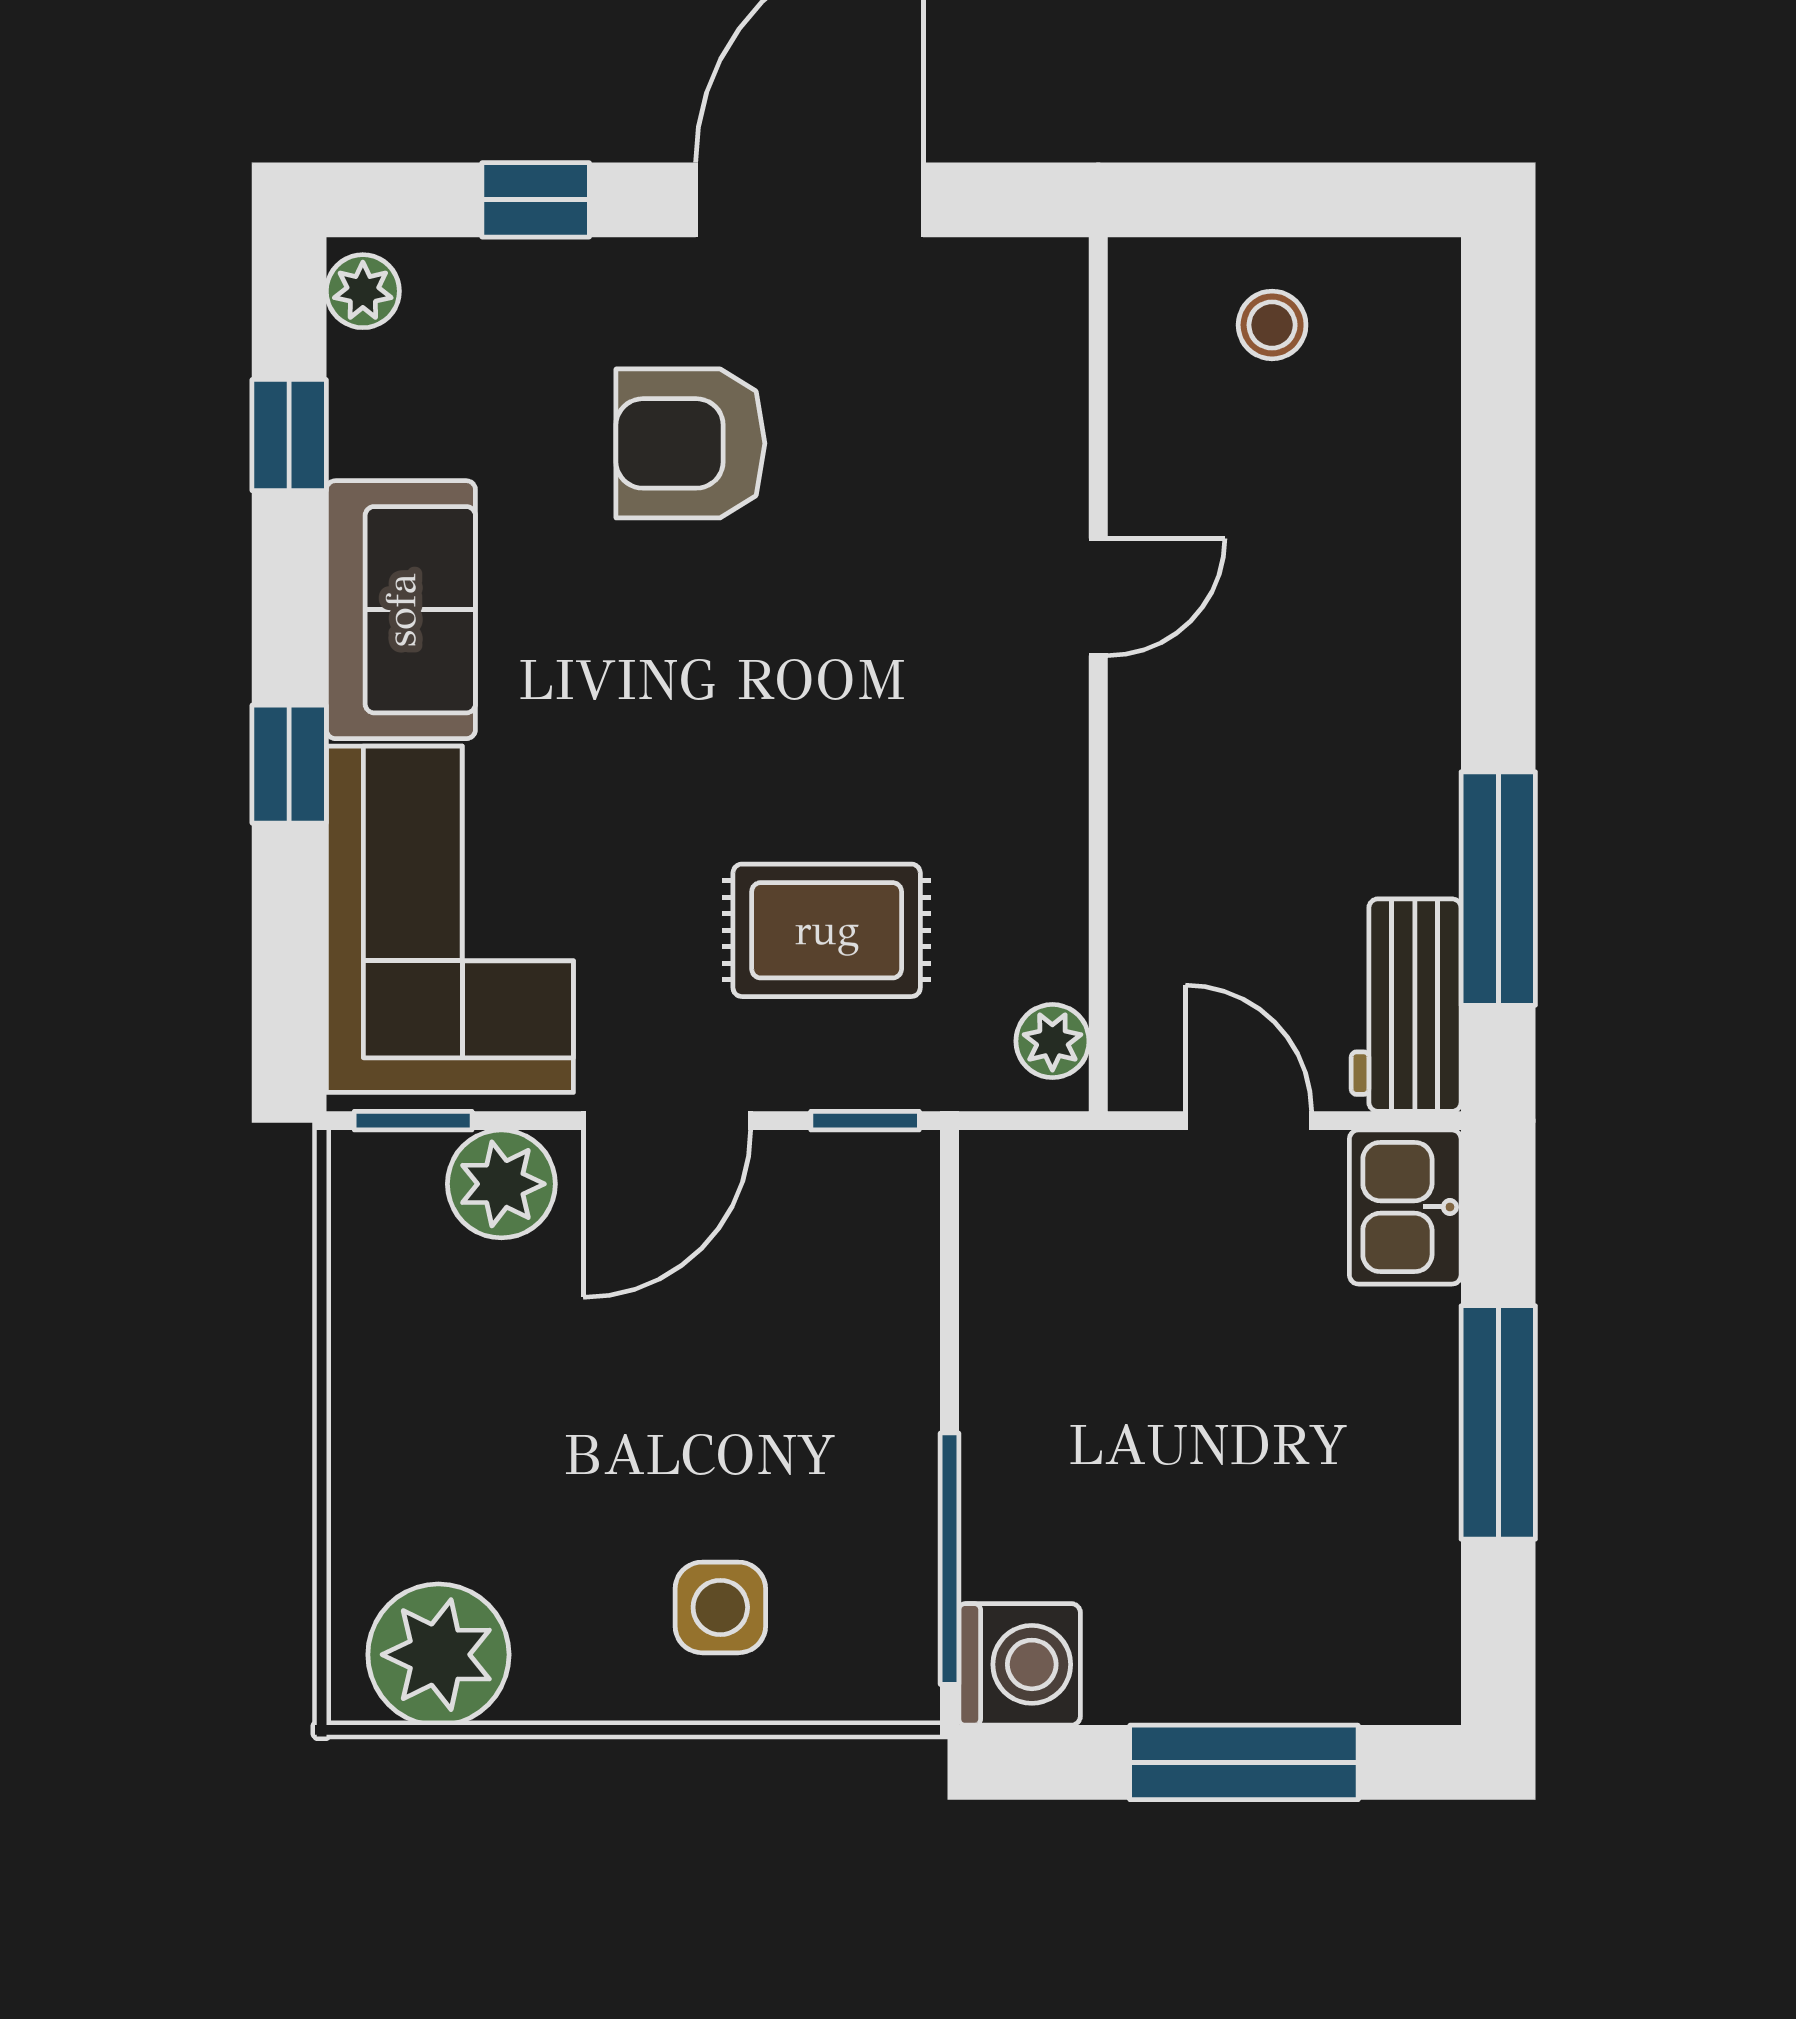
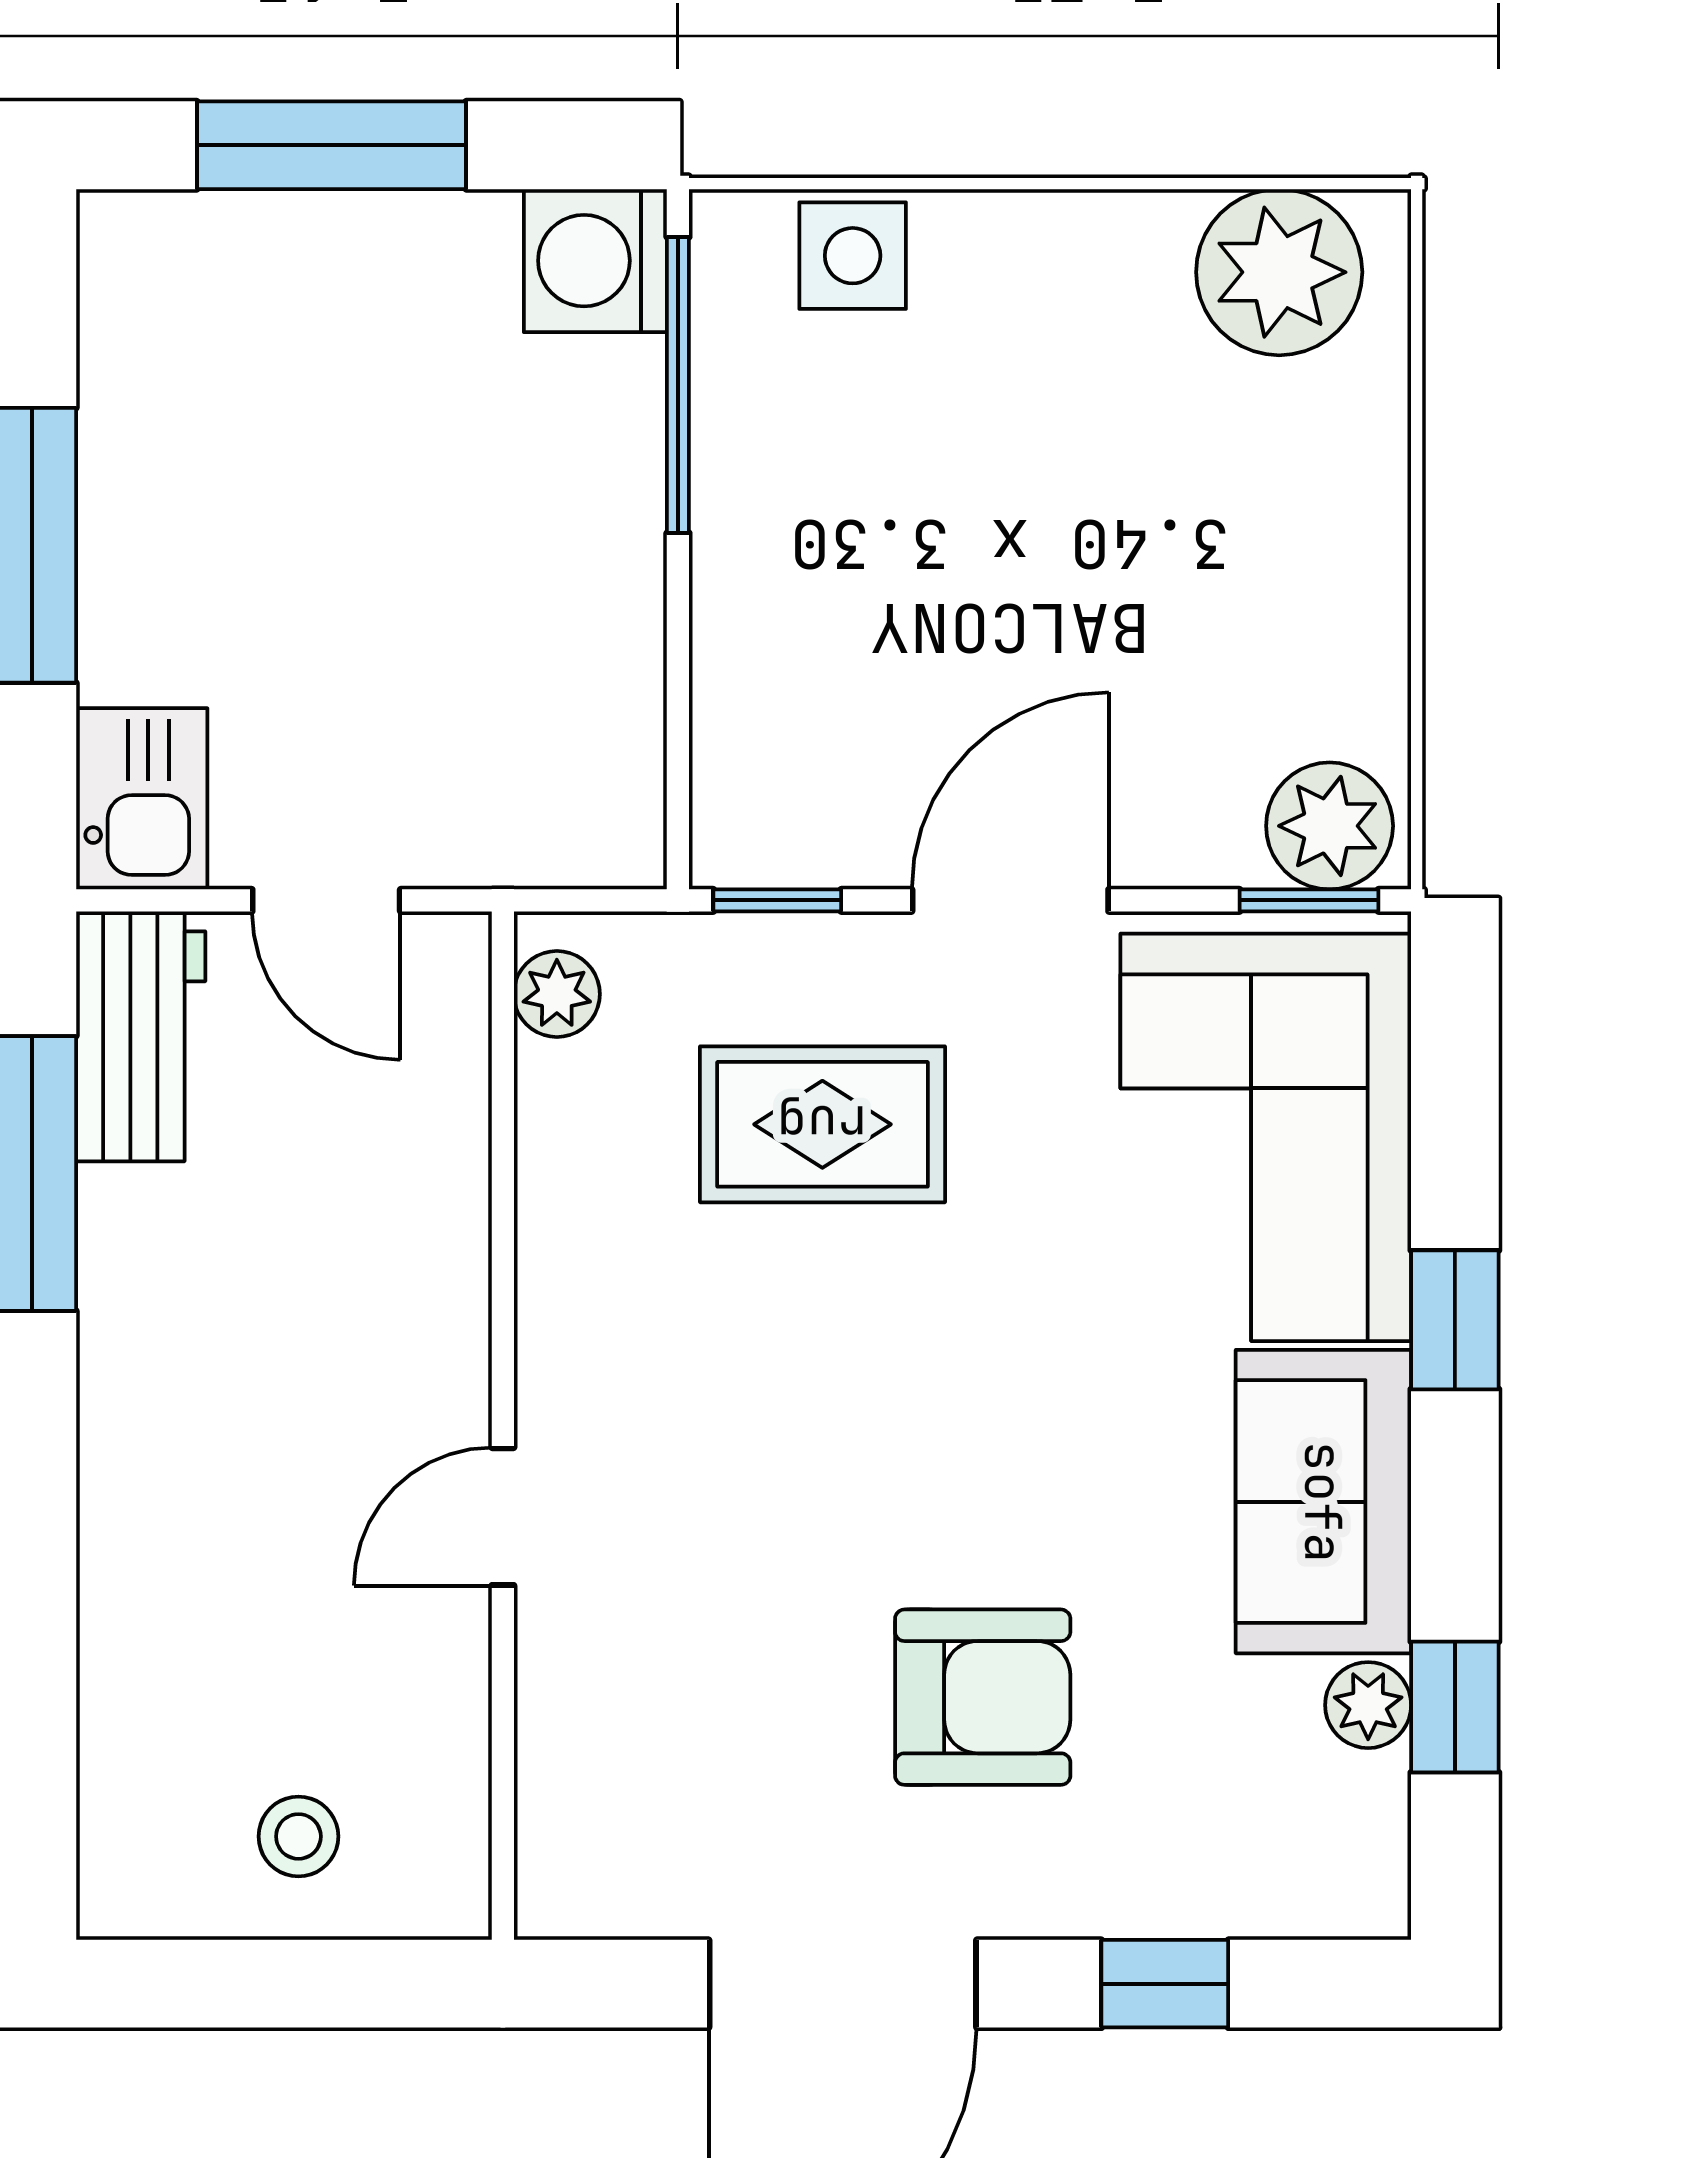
plant: (363, 291) -> (1368, 1705), moved
plant: (501, 1184) -> (1330, 826), moved
side table: (720, 1607) -> (853, 256), moved

